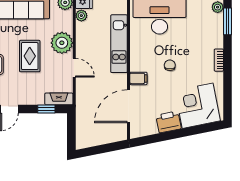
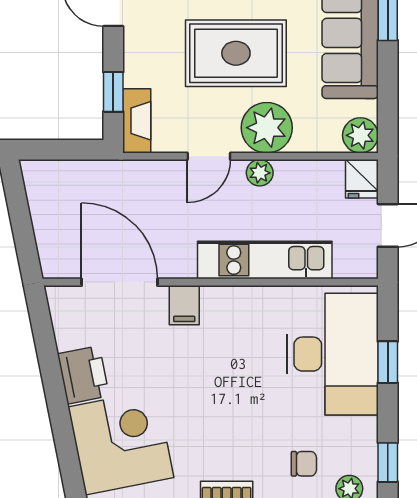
plant: (81, 16) -> (260, 173), moved
rug: (30, 56) -> (236, 53), width x1.36, depth x1.43
chair: (170, 65) -> (304, 464), moved

